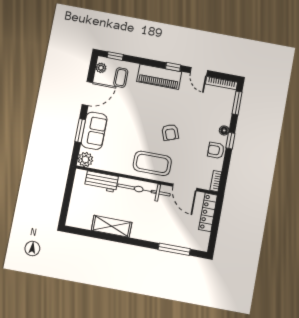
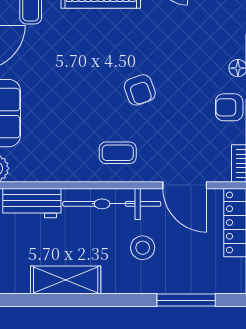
coffee table: (152, 163) -> (118, 153), width x0.54, depth x0.58
stool: (156, 217) -> (143, 248), added

